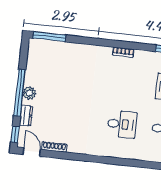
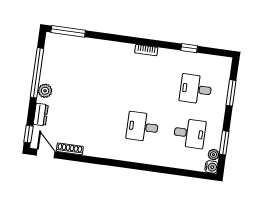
window: (20, 93) -> (37, 73), moved
desk: (122, 124) -> (143, 127), turned 180

